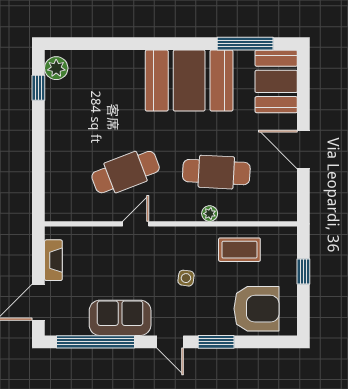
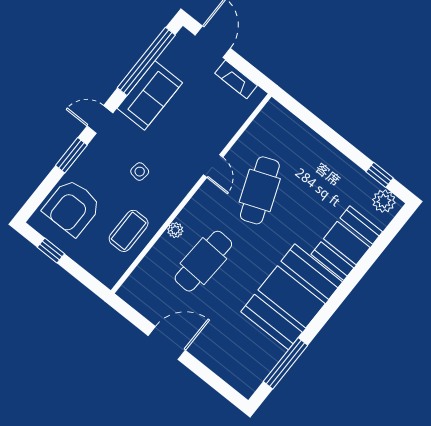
booth: (276, 81) -> (347, 243), moved, turned 90
window: (303, 272) -> (51, 250), moved

